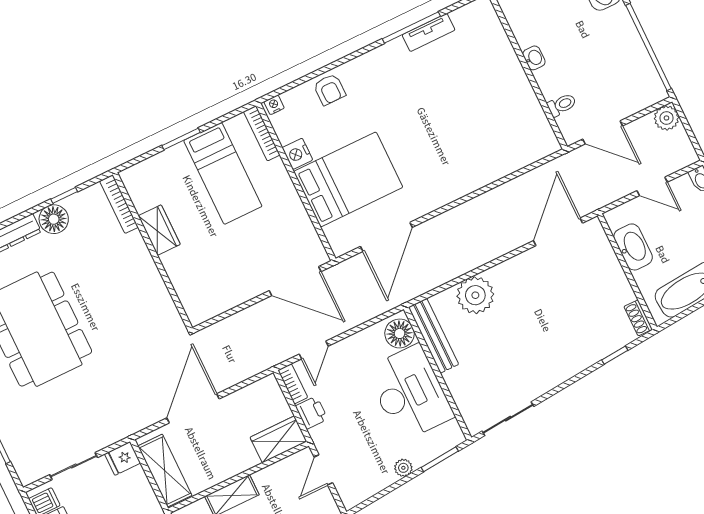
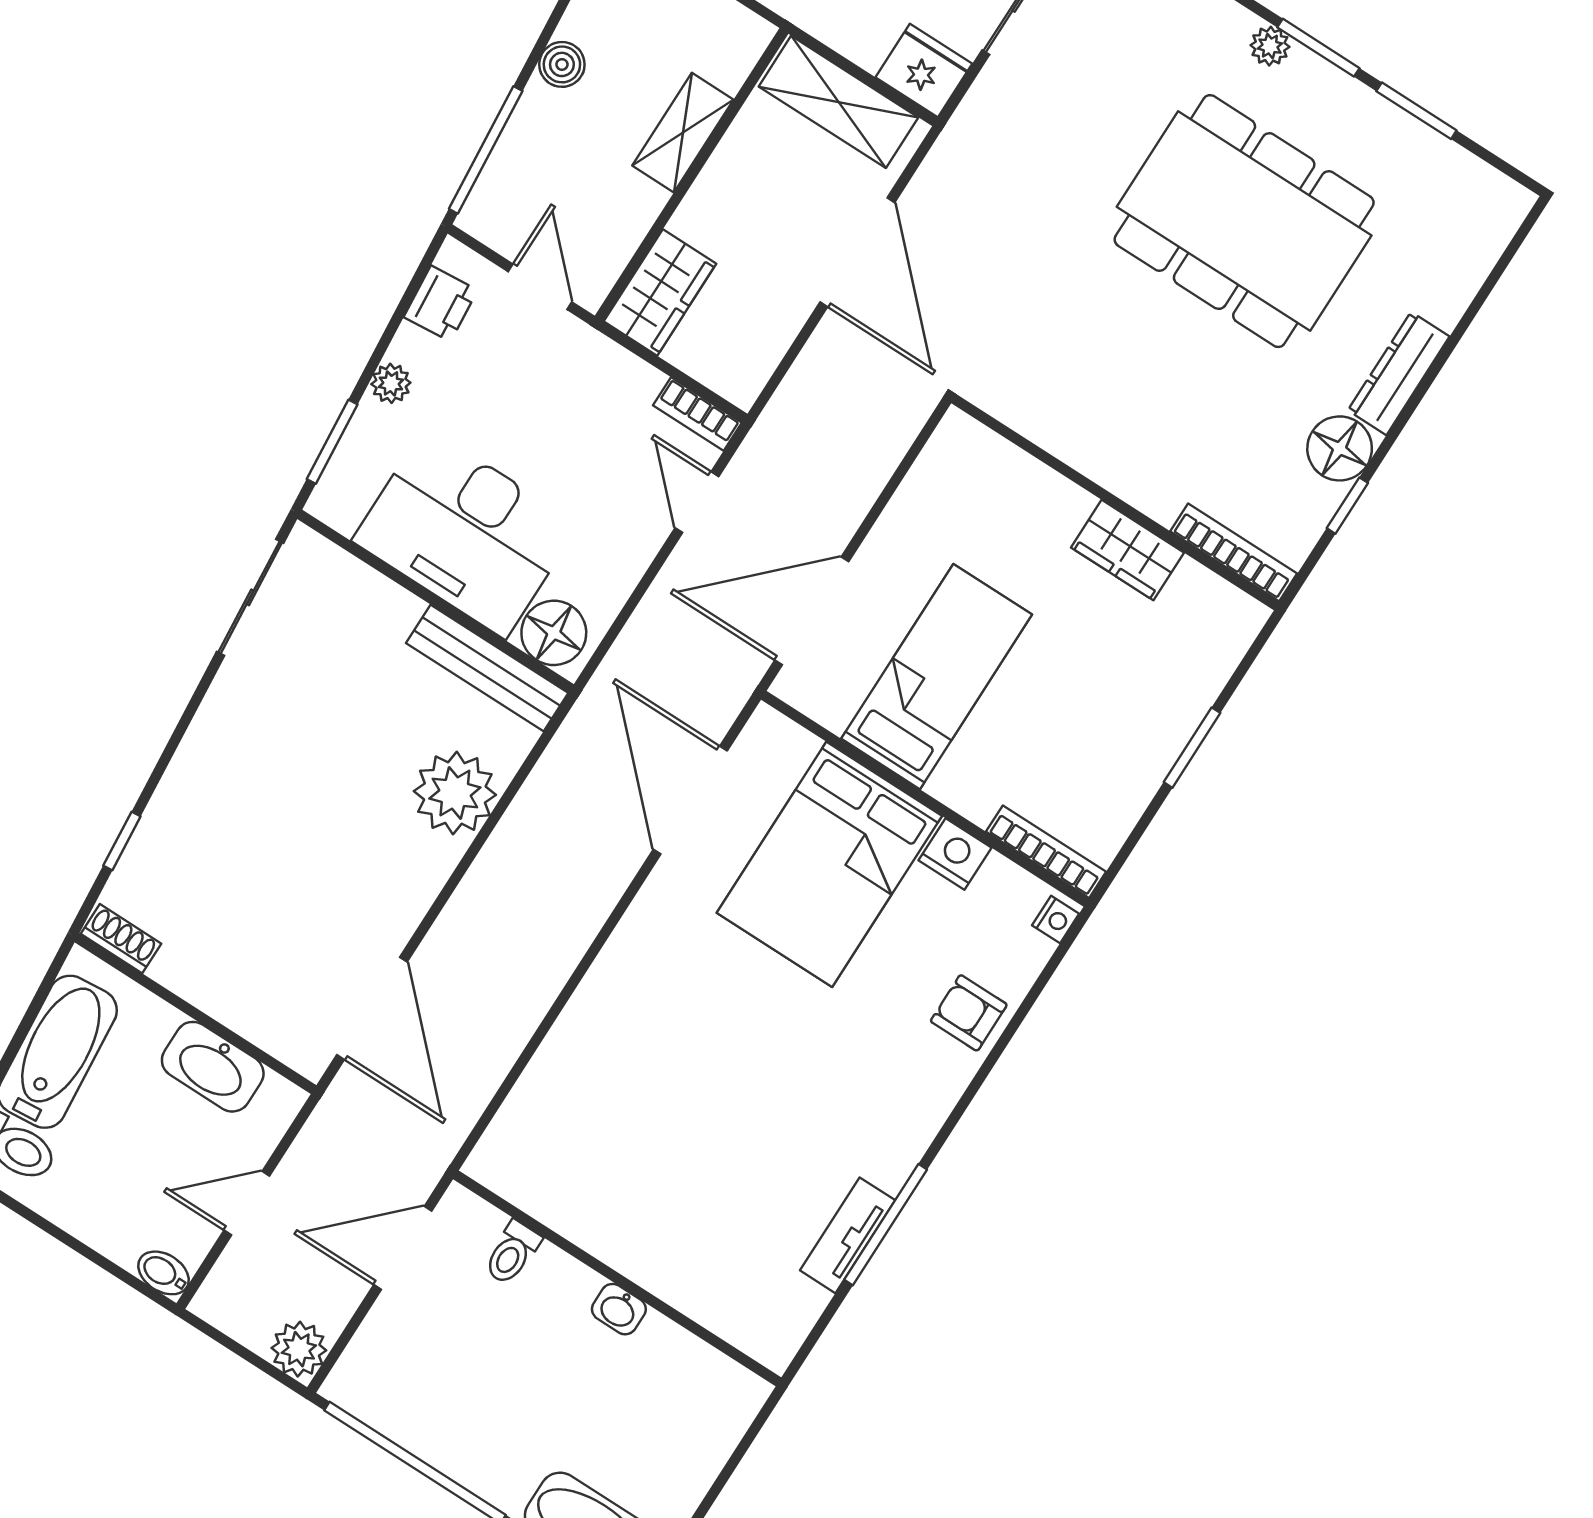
bed: (223, 173) -> (937, 677), moved, turned 90
printer: (312, 413) -> (441, 304), moved, turned -95
fridge: (123, 458) -> (924, 70), width x1.38

